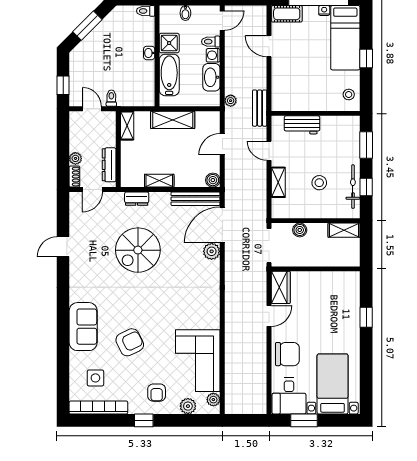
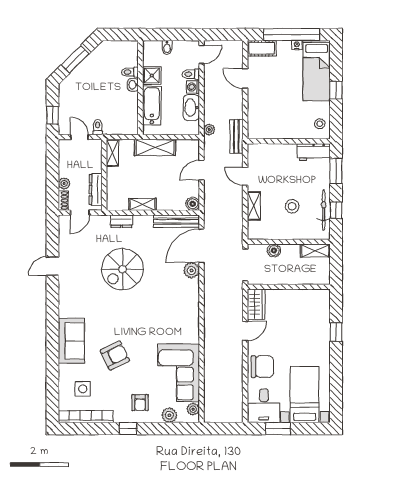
toilet: (146, 11) -> (130, 72), moved
workbench: (302, 125) -> (314, 152), moved

